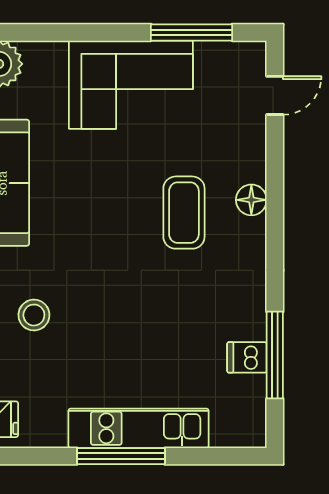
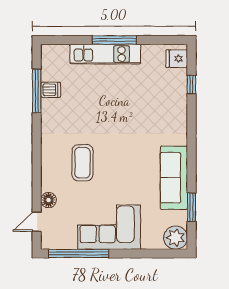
window: (191, 32) -> (79, 253), width x1.46
floor lamp: (251, 200) -> (48, 200), moved
stool: (34, 315) -> (158, 111), removed

